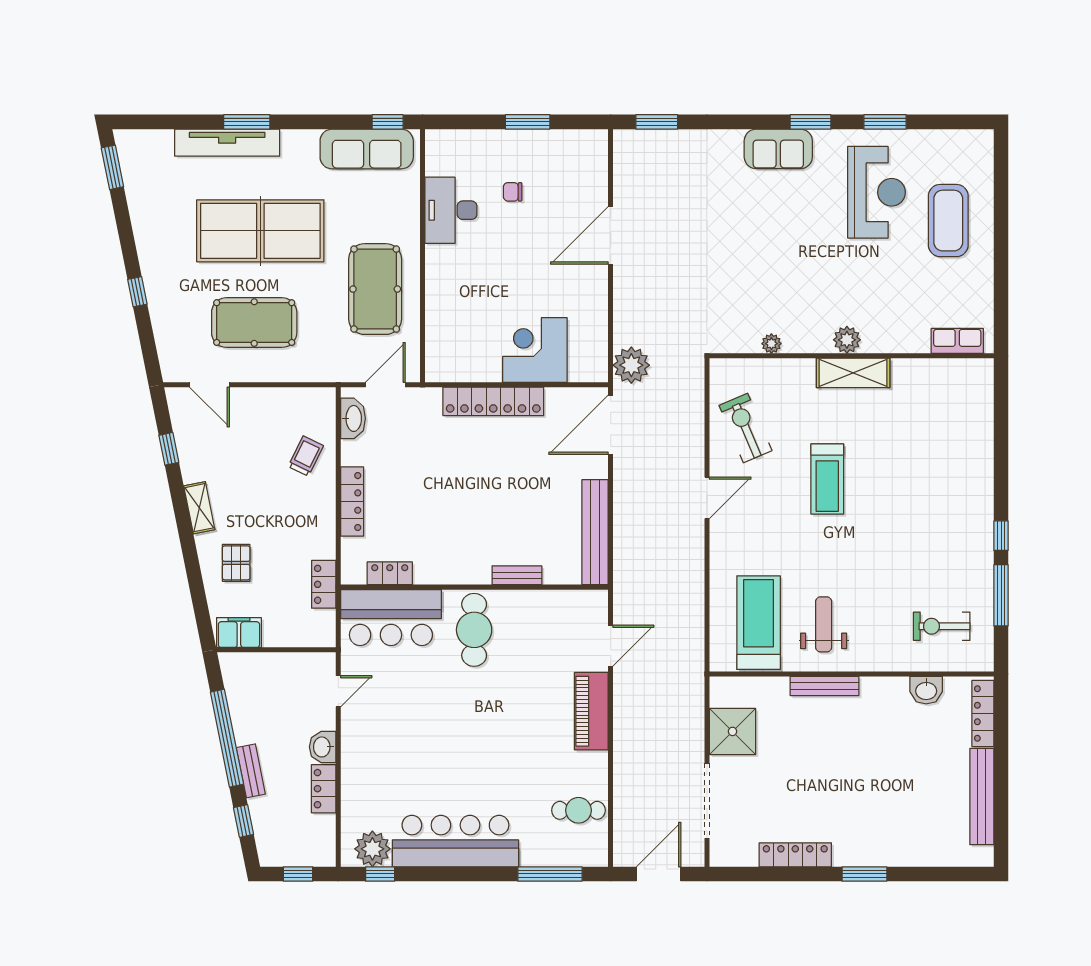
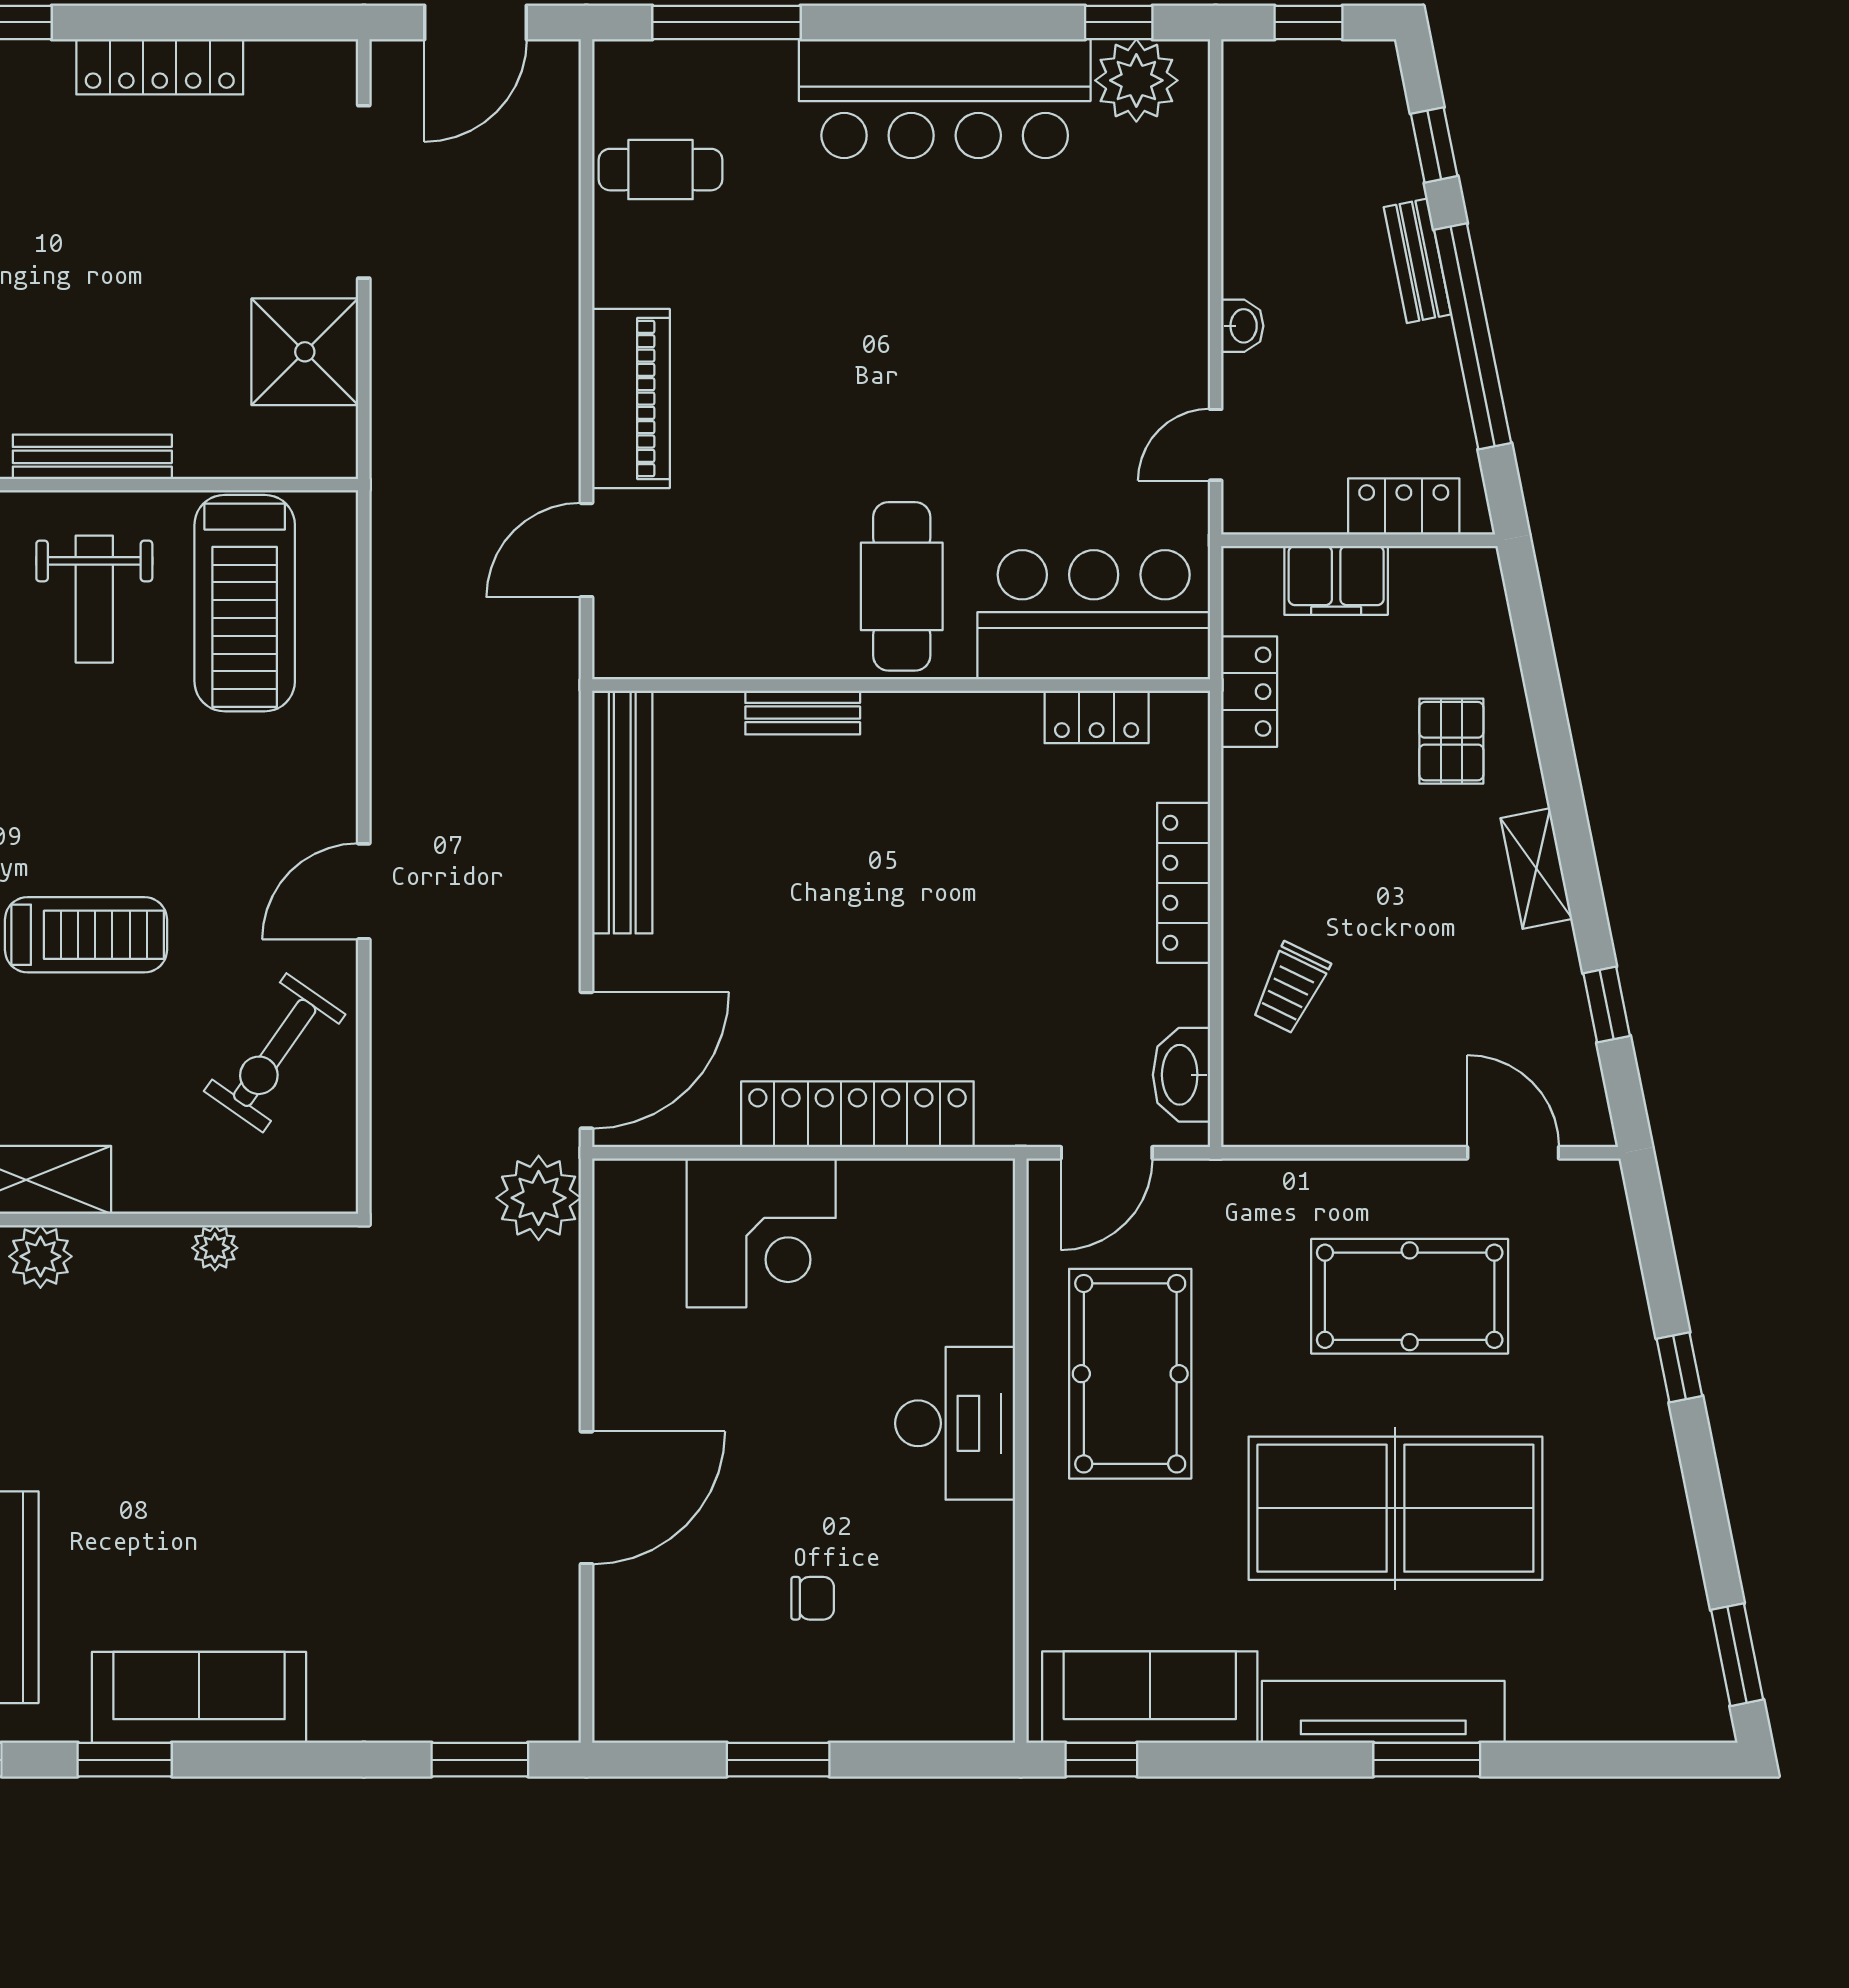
tv unit: (227, 143) -> (1383, 1712), moved
sofa: (778, 149) -> (199, 1697), width x1.36
desk: (451, 210) -> (955, 1423), moved
exercise bike: (746, 428) -> (275, 1053), turned 58
treadmill: (827, 479) -> (86, 935), turned 90
filing cabinet: (239, 632) -> (1336, 580), moved
washbasin: (323, 747) -> (1242, 326), width x0.72, depth x0.69
locker: (324, 789) -> (1404, 507), moved, turned -90

